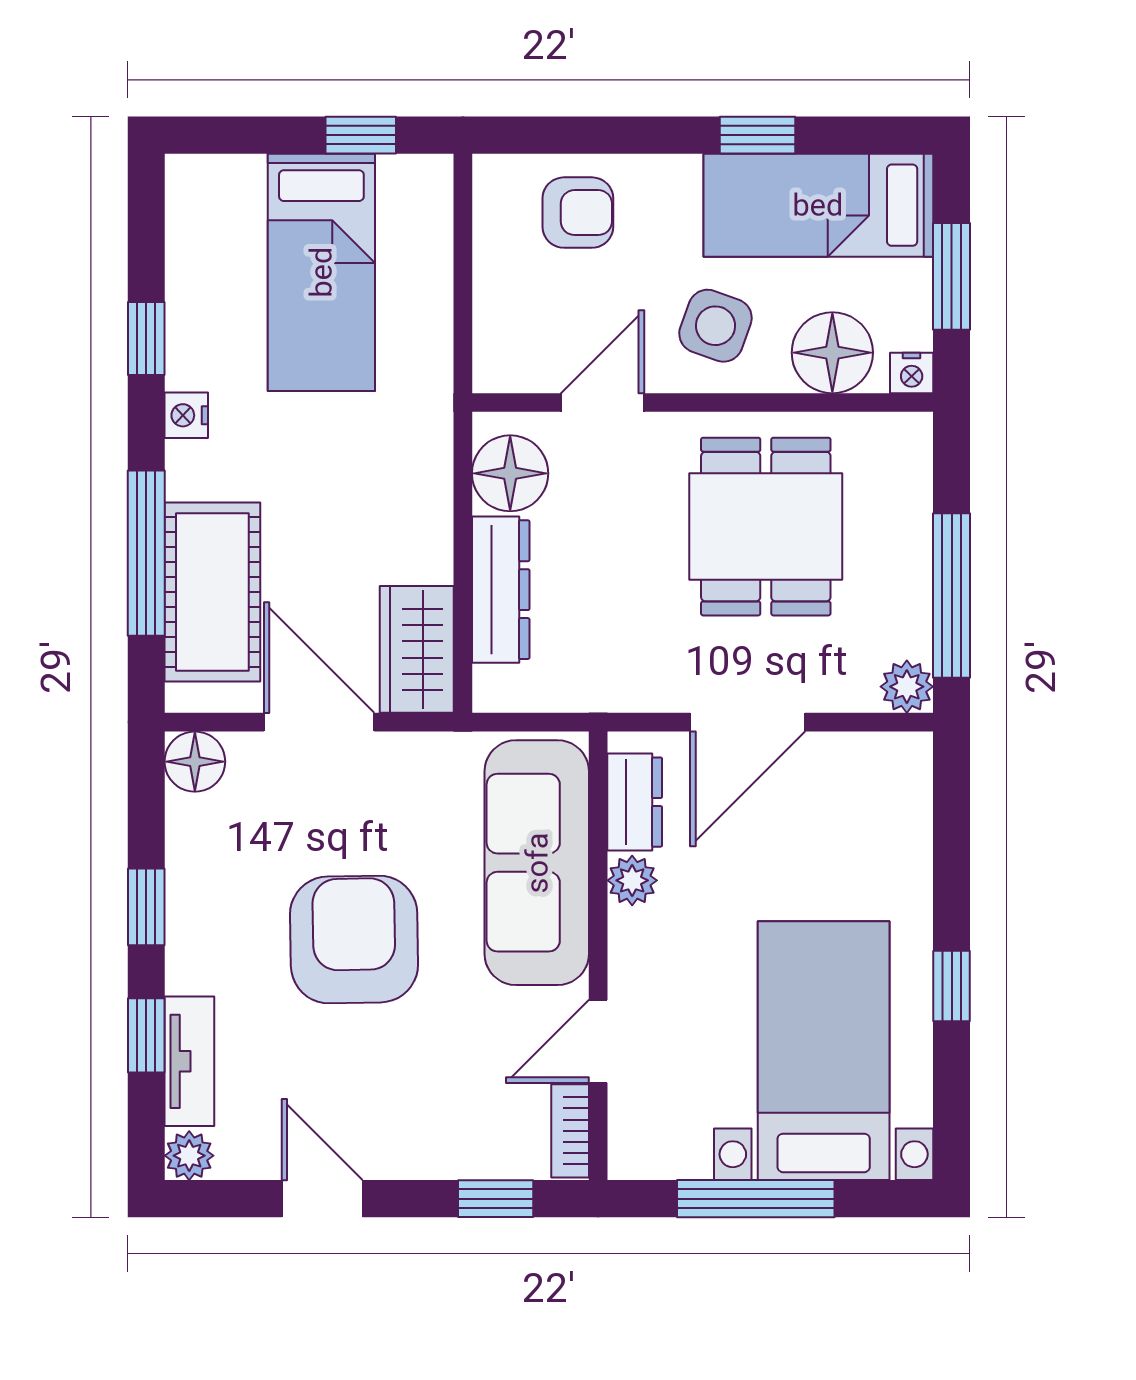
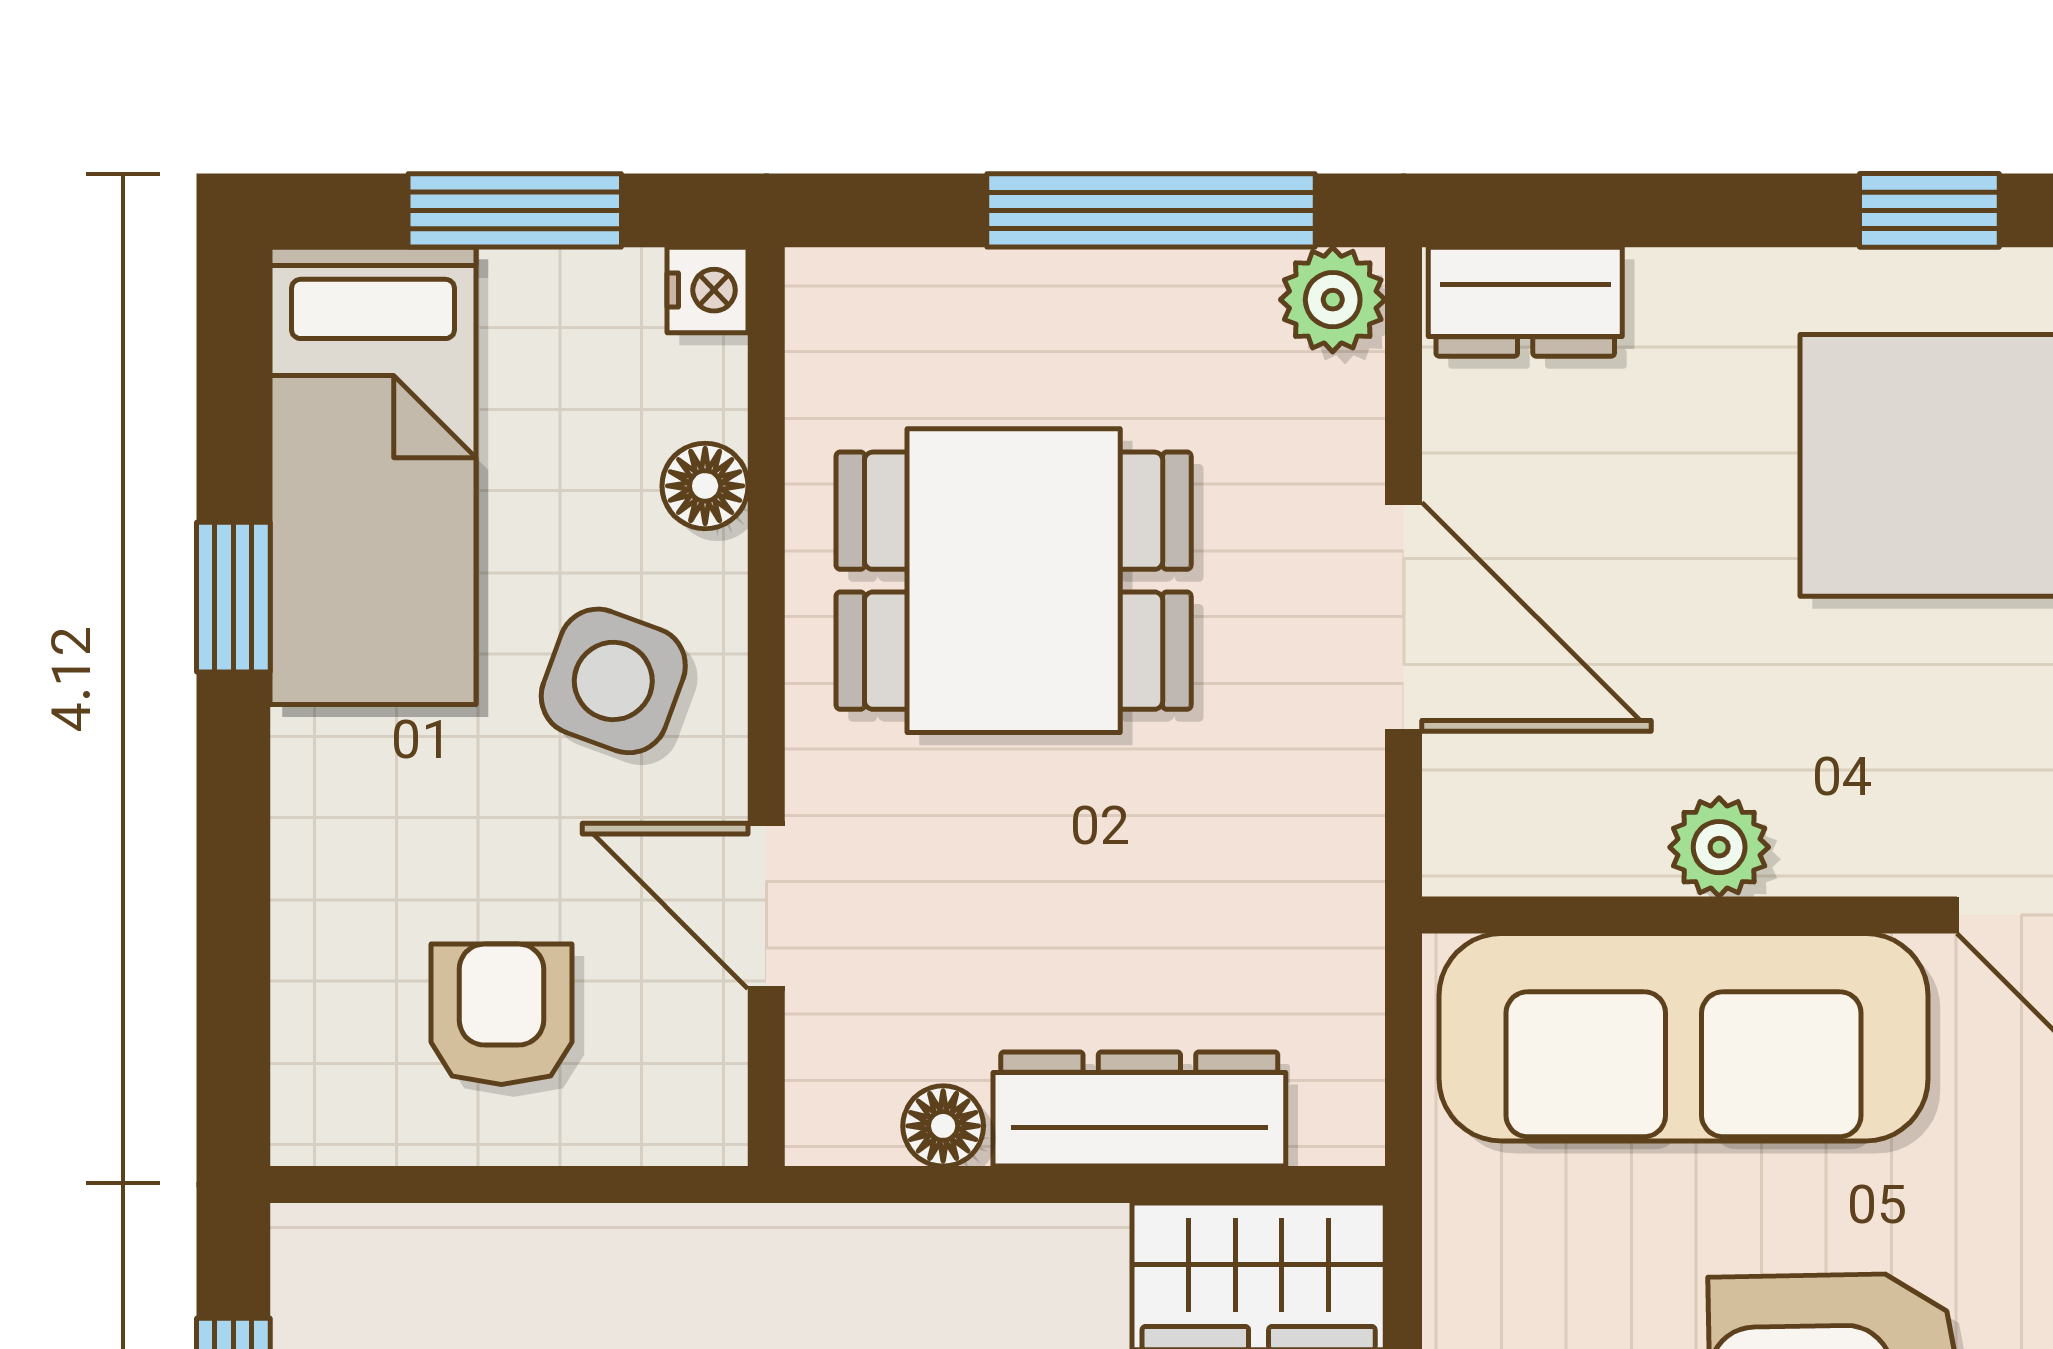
armchair: (578, 213) -> (501, 1014), moved
floor lamp: (832, 353) -> (705, 486), width x0.53, depth x0.53
floor lamp: (510, 473) -> (943, 1126), width x0.53, depth x0.53
dresser: (635, 802) -> (1525, 302), moved, turned 180

